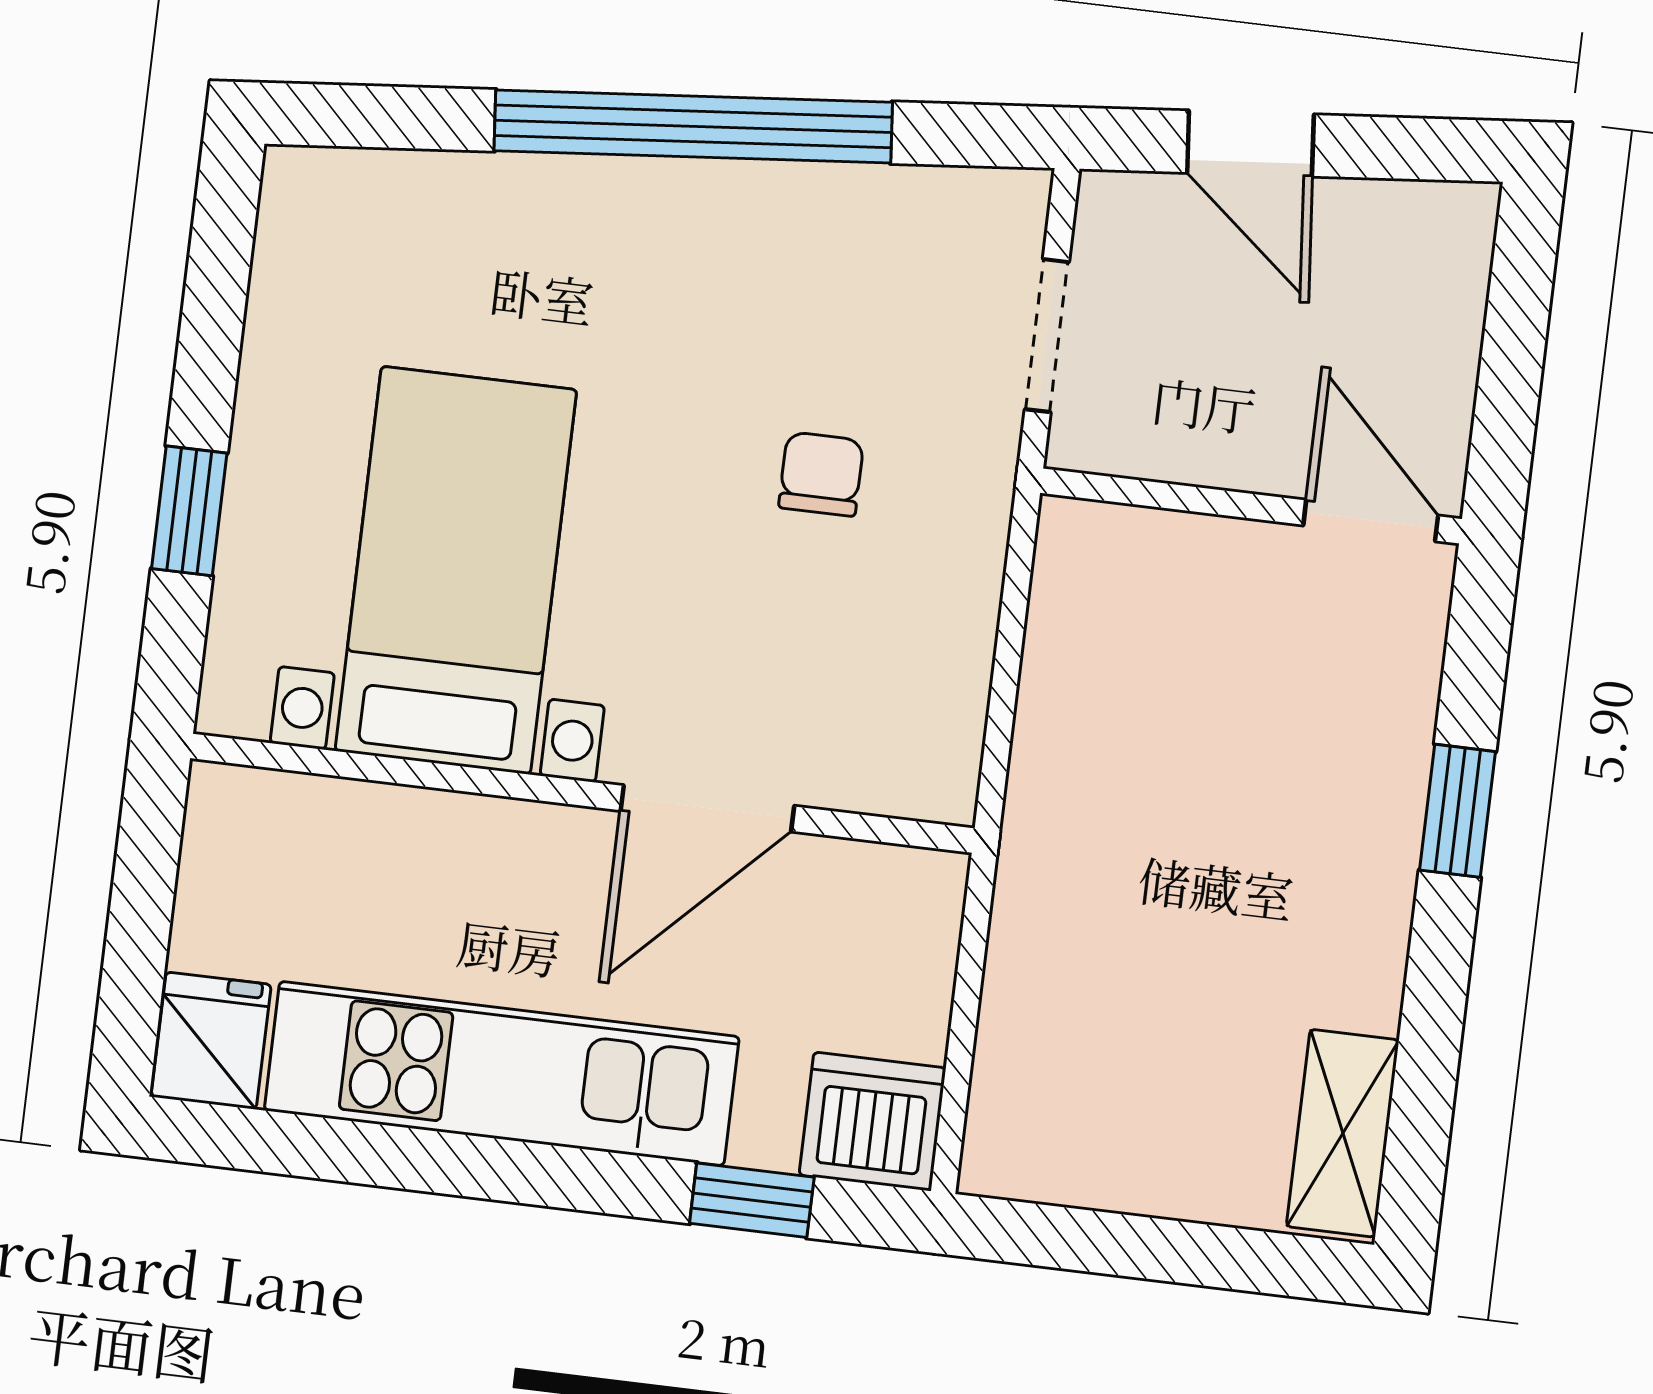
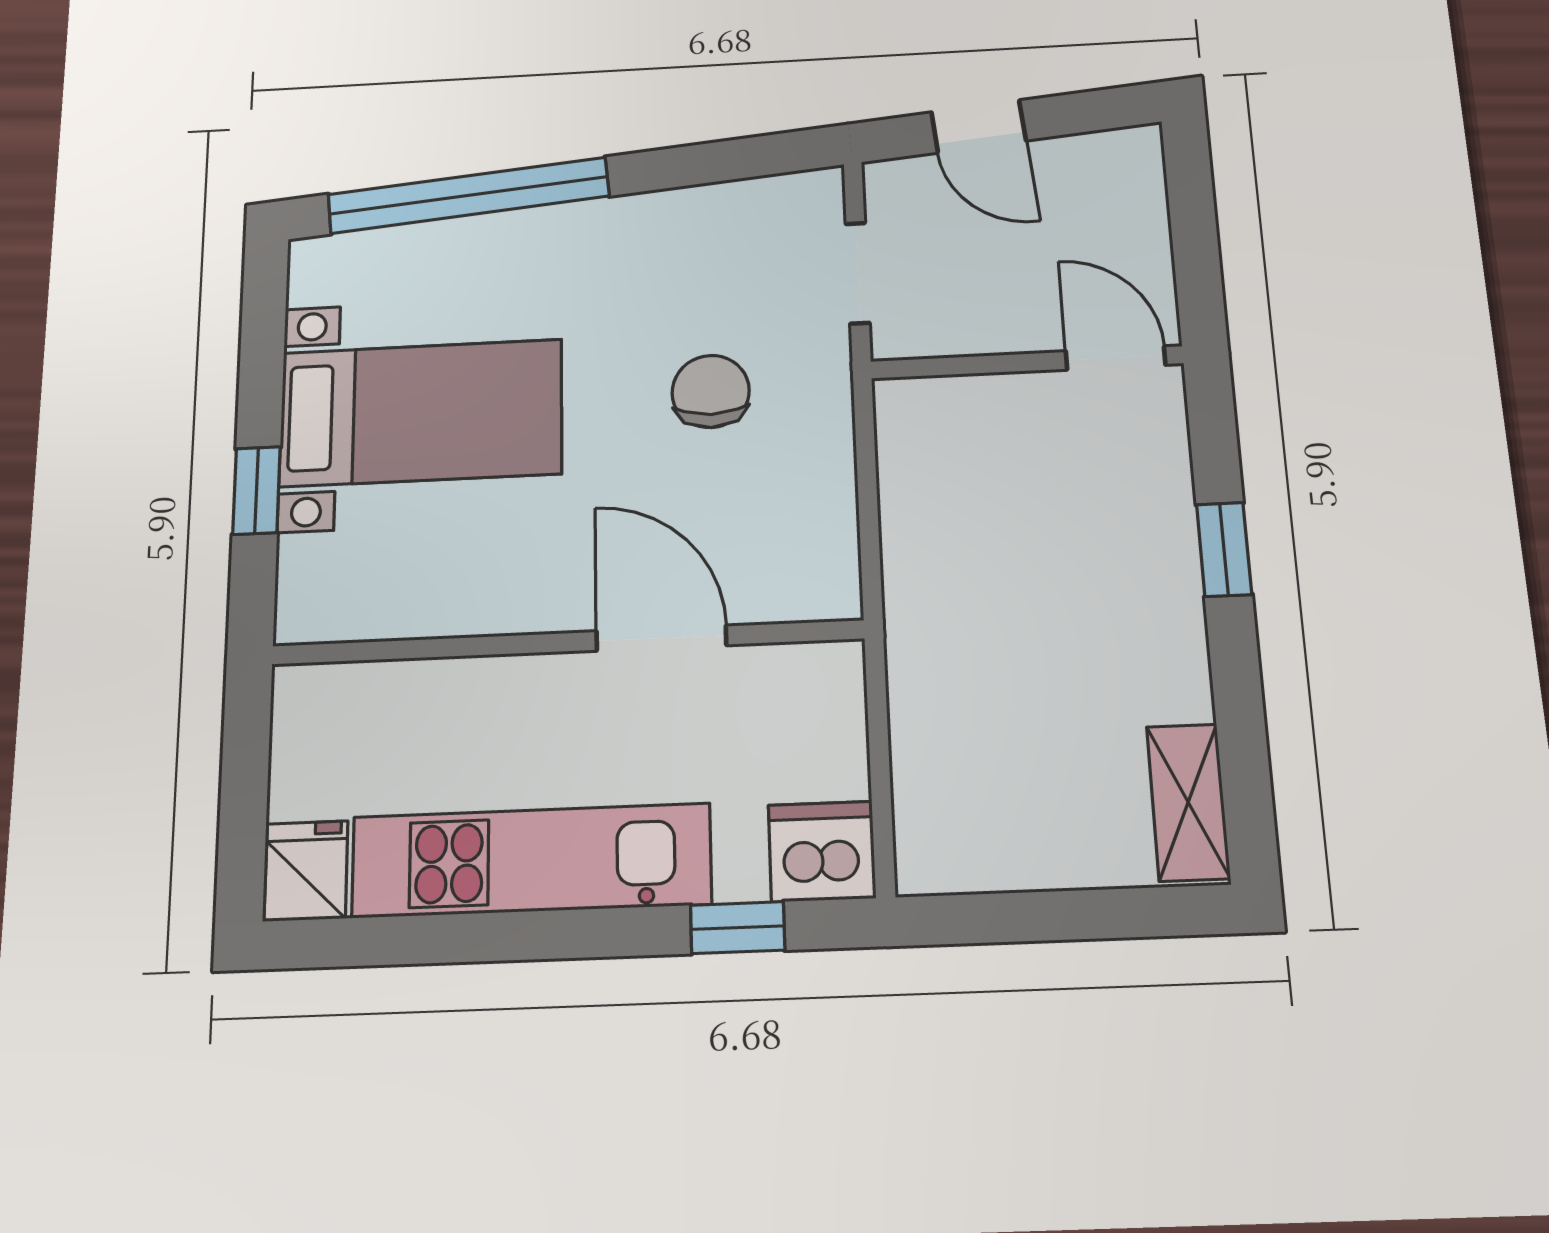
window: (693, 126) -> (468, 195), moved
chair: (821, 474) -> (711, 391), width x1.37, depth x1.37
bed with nightstands: (456, 570) -> (421, 413), moved, turned 90
door: (707, 808) -> (661, 638), swing flipped

